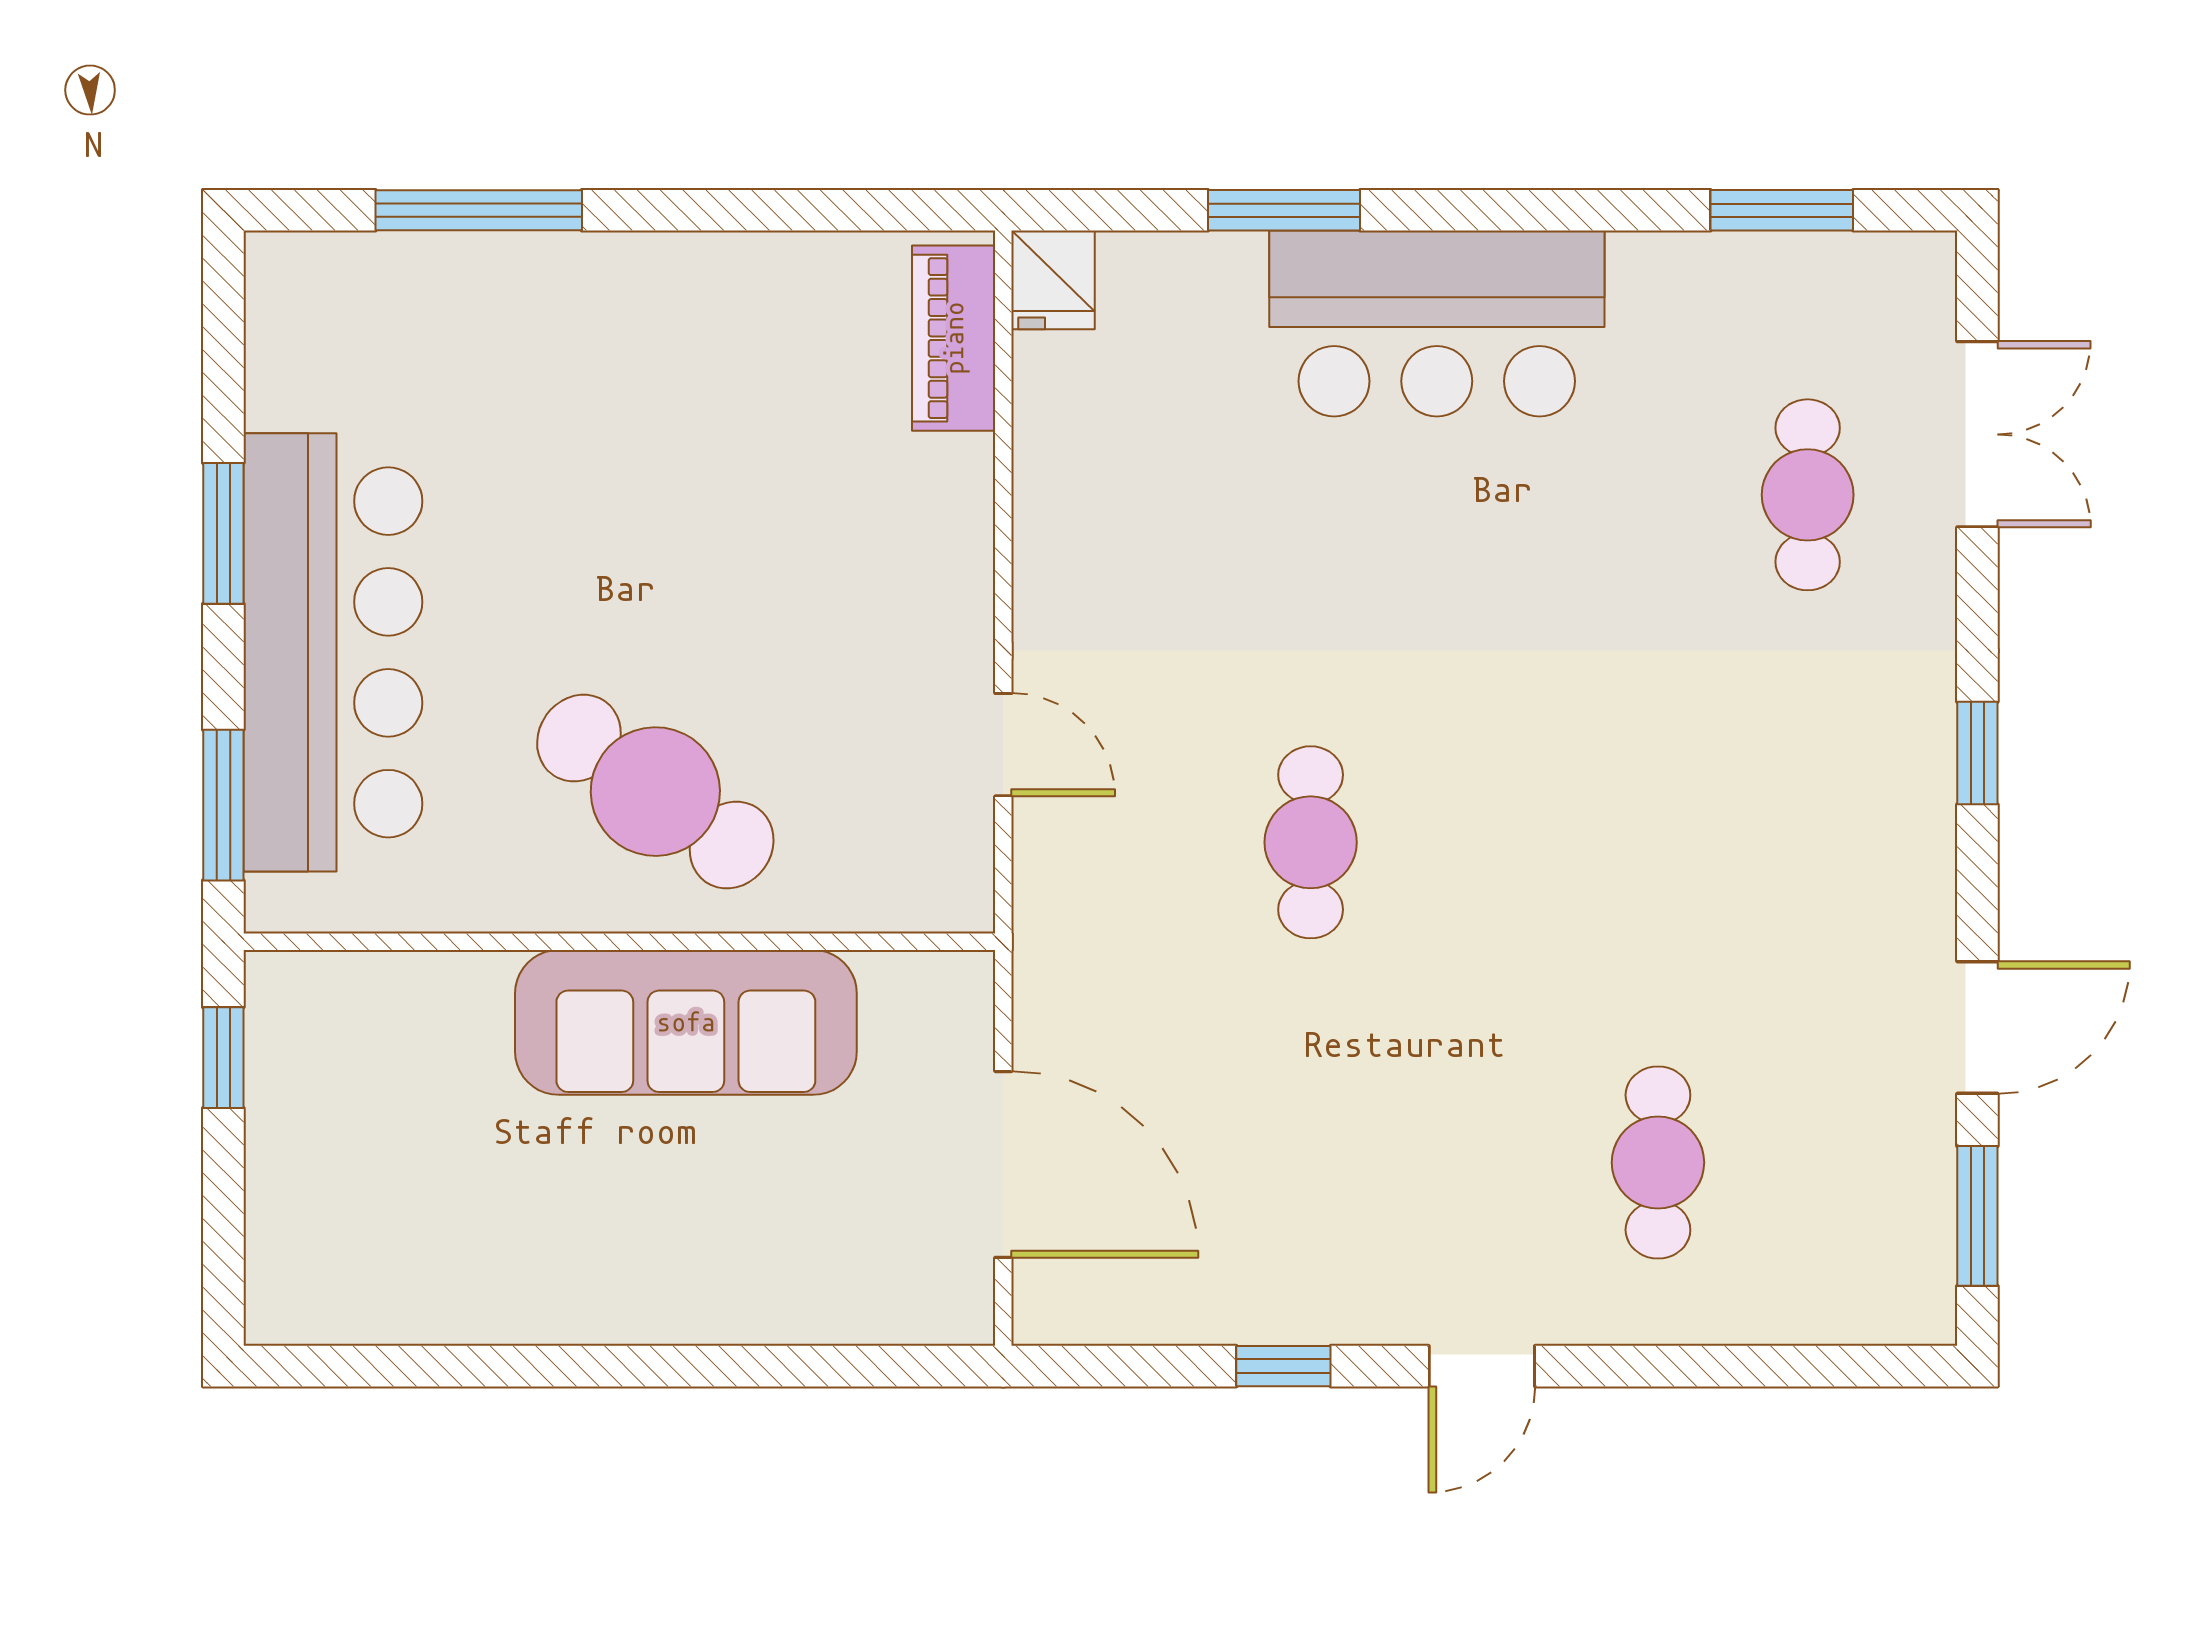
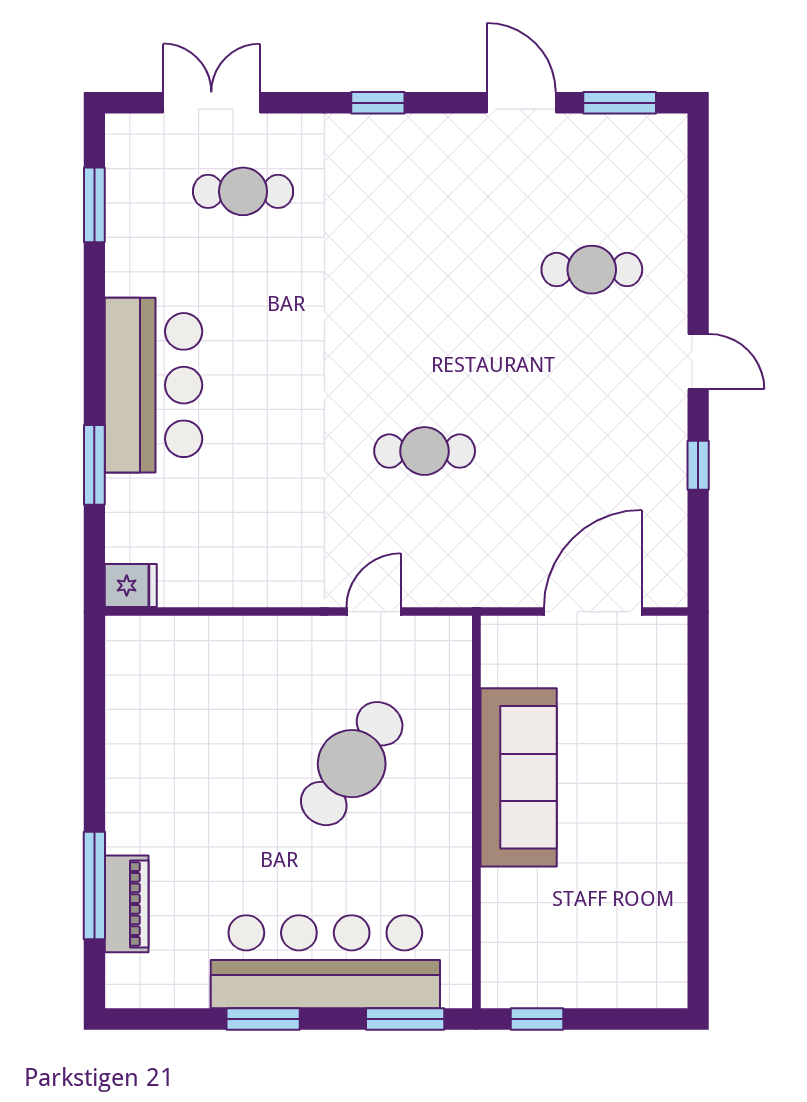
piano: (954, 338) -> (127, 904), moved, turned -90
cafe table: (655, 792) -> (352, 764), moved

